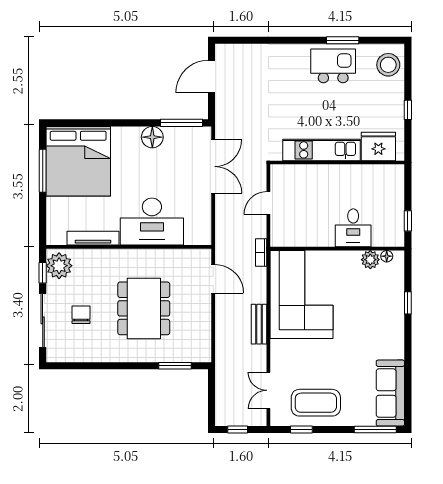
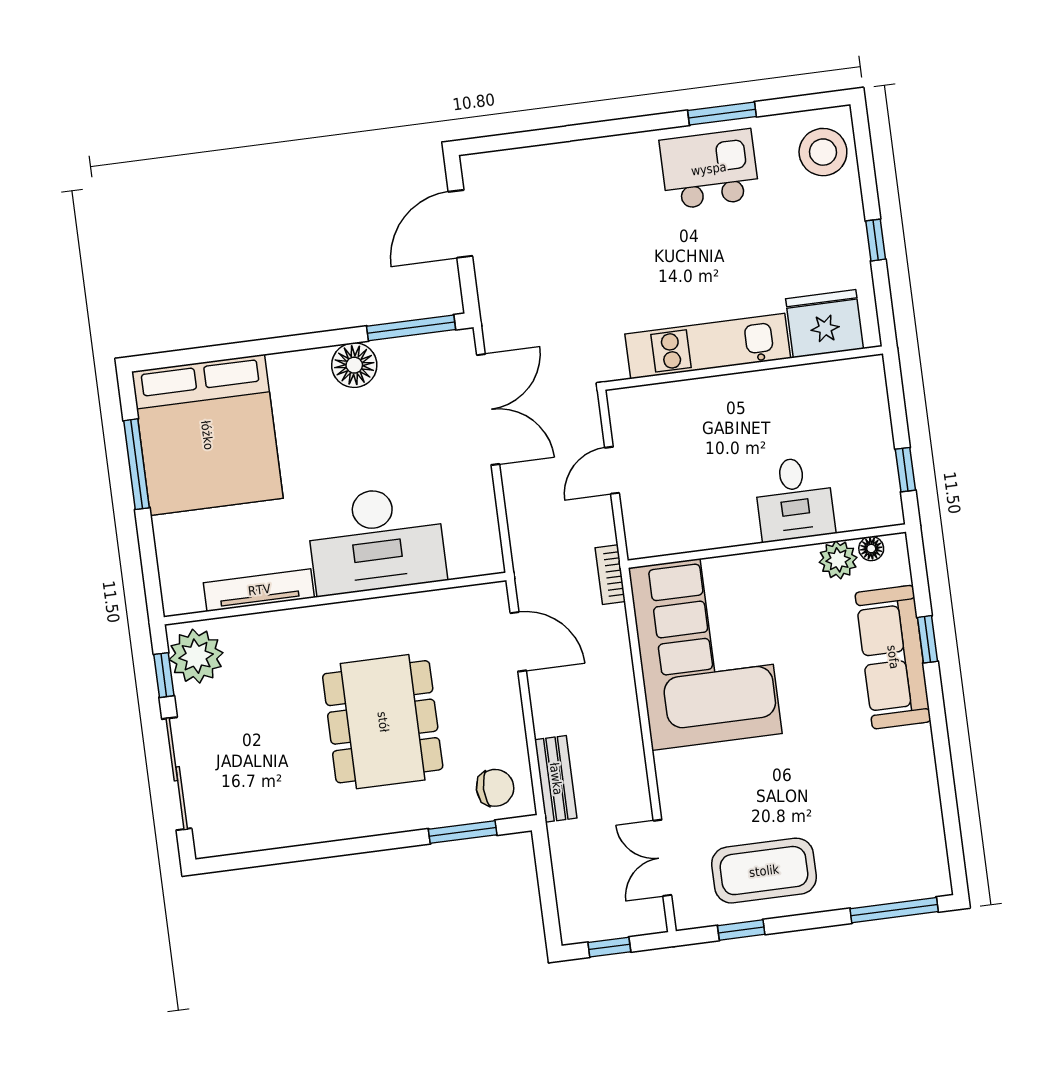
chair: (81, 315) -> (495, 788), moved, turned 90
bench: (259, 324) -> (556, 779), moved
sofa: (390, 393) -> (893, 657), moved

